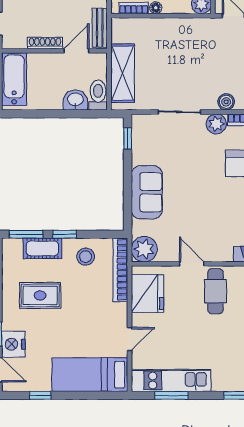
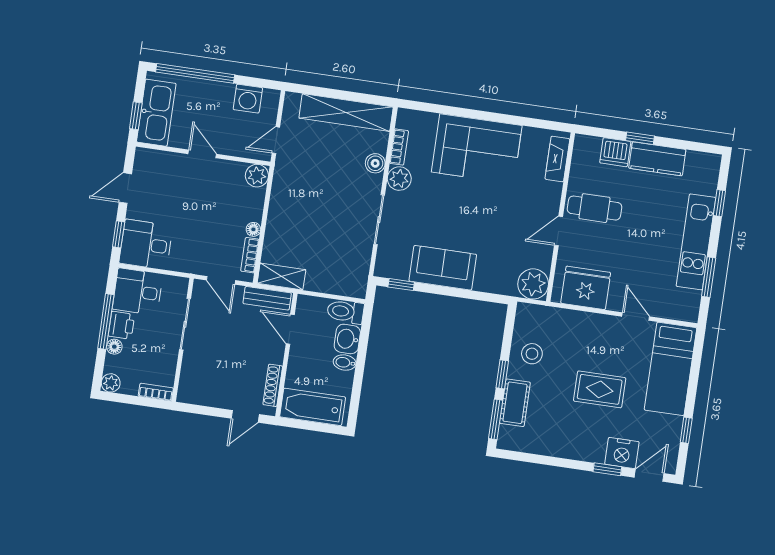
shoe rack: (45, 43) -> (273, 385), moved
shelving: (123, 73) -> (281, 276), moved, width x0.67, depth x0.75
bidet: (55, 101) -> (345, 363), added
sofa: (147, 192) -> (443, 268), moved
bookcase: (120, 270) -> (553, 315), removed
rug: (40, 295) -> (600, 389), moved, turned 90
kitchen unit: (171, 380) -> (696, 242), moved

